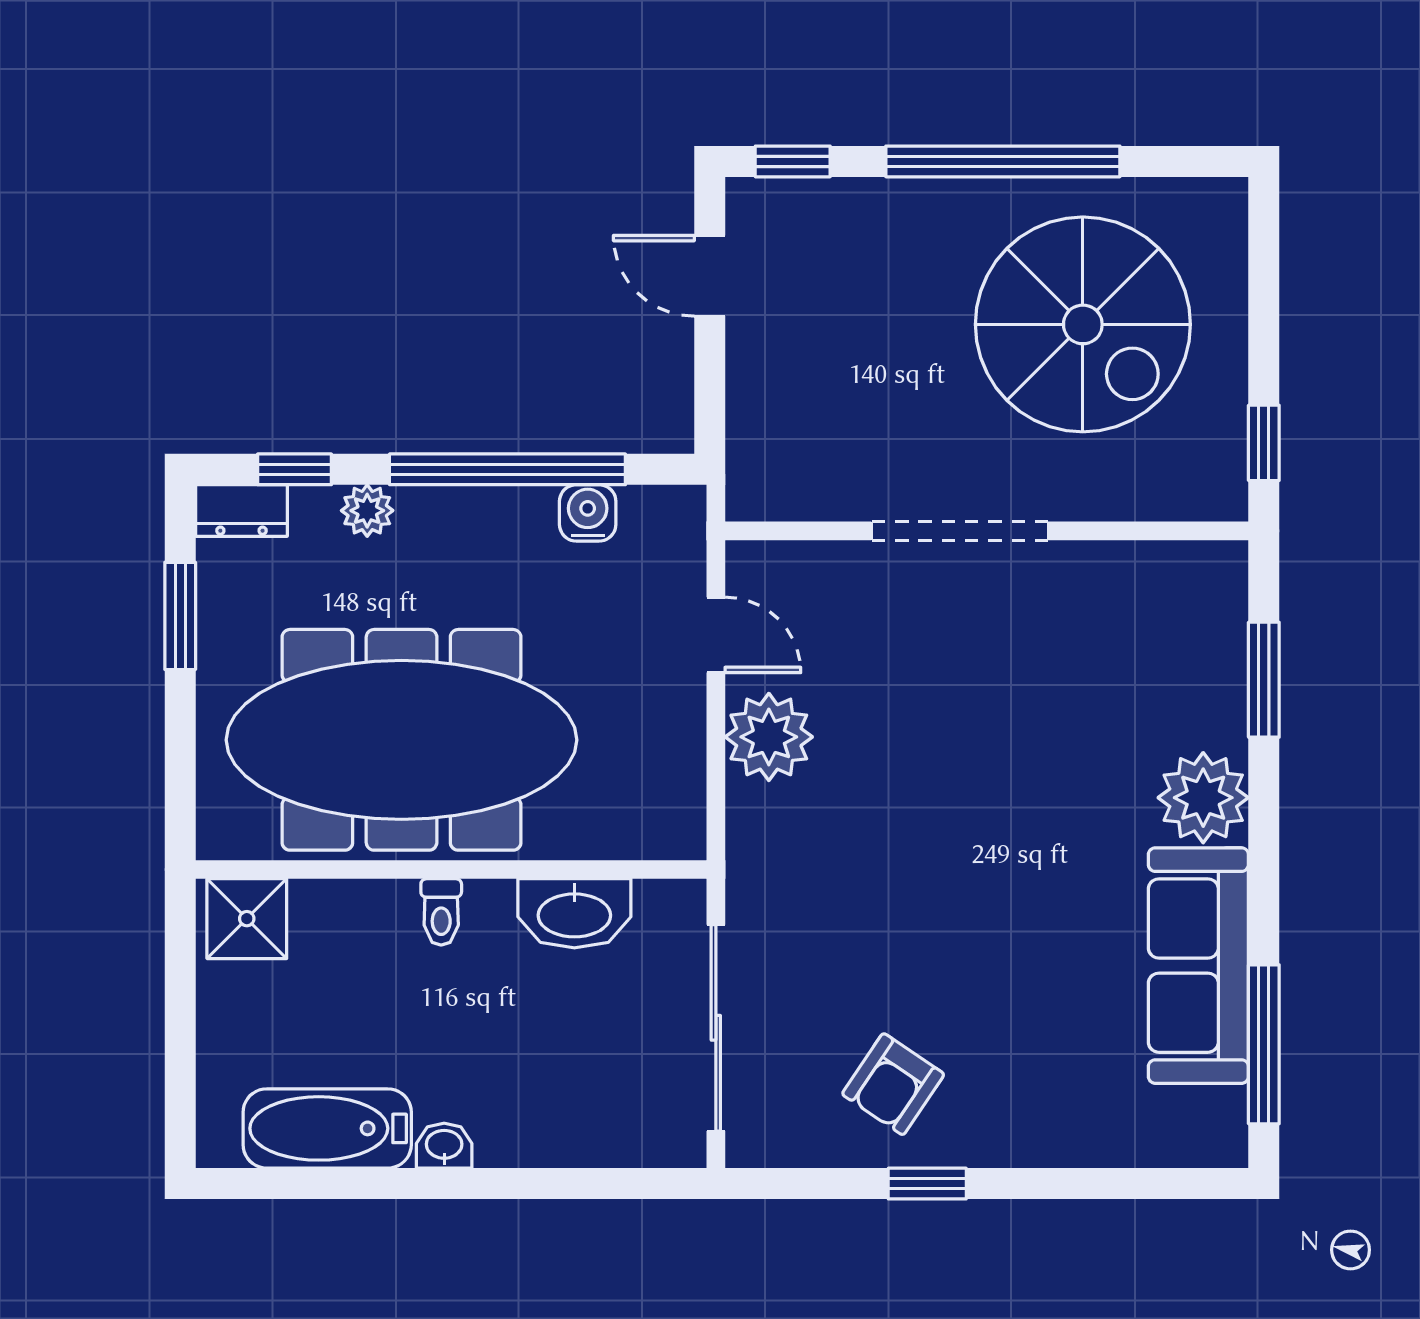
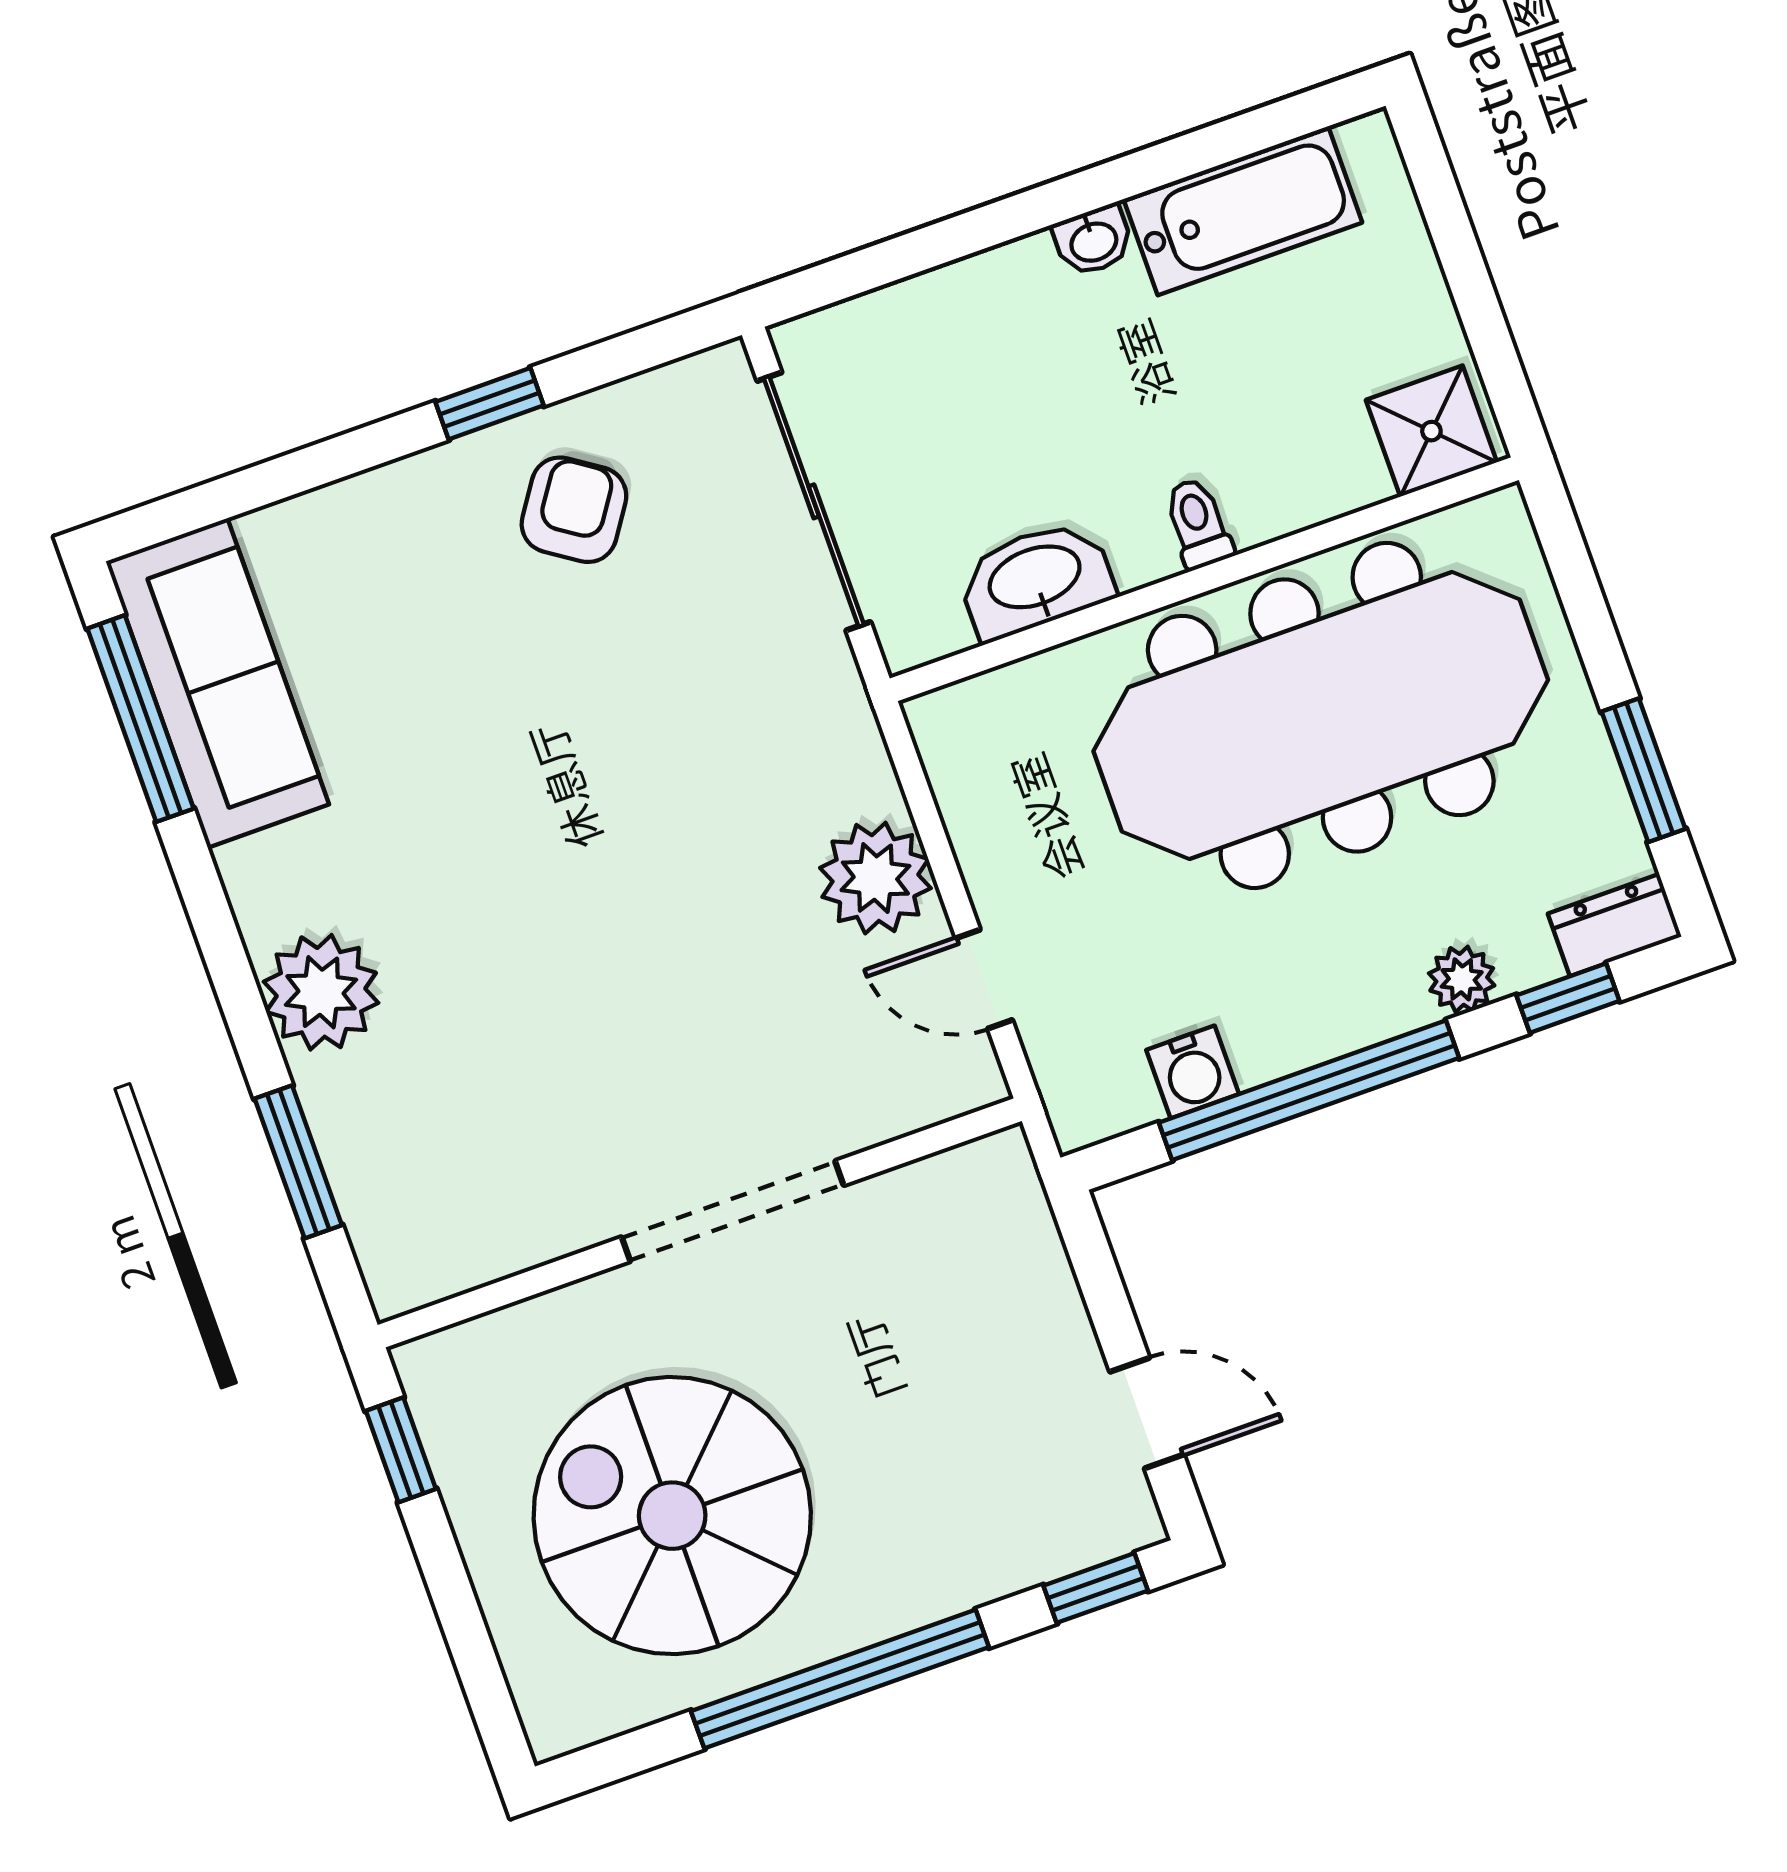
sofa: (1198, 966) -> (217, 683), moved

